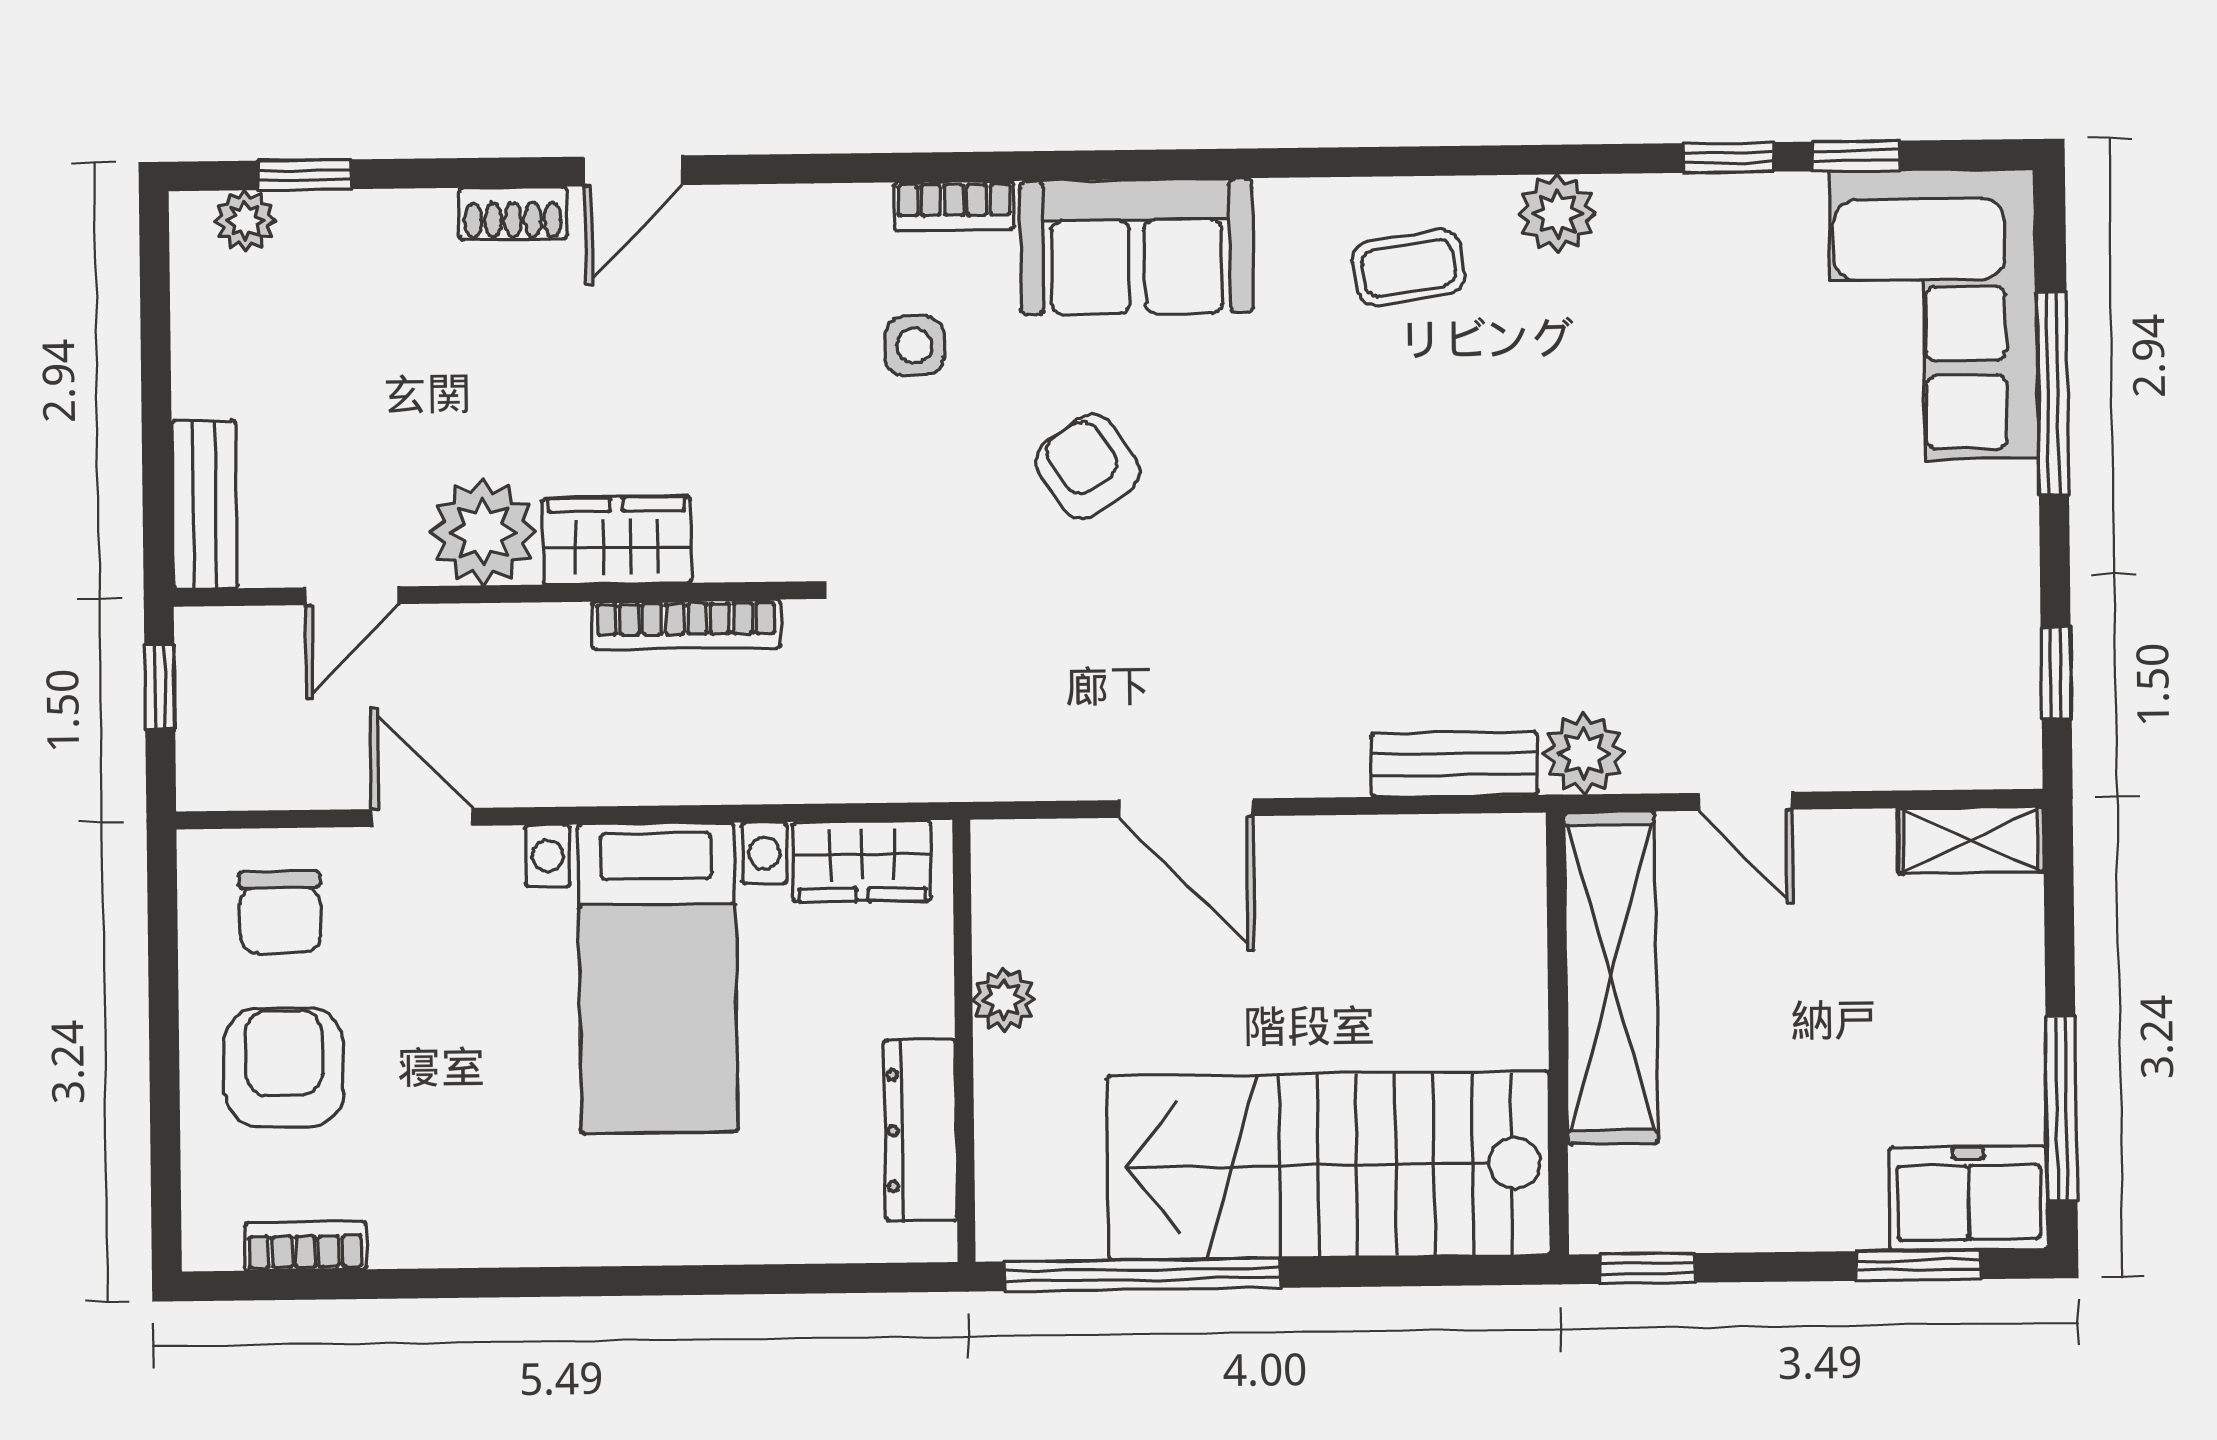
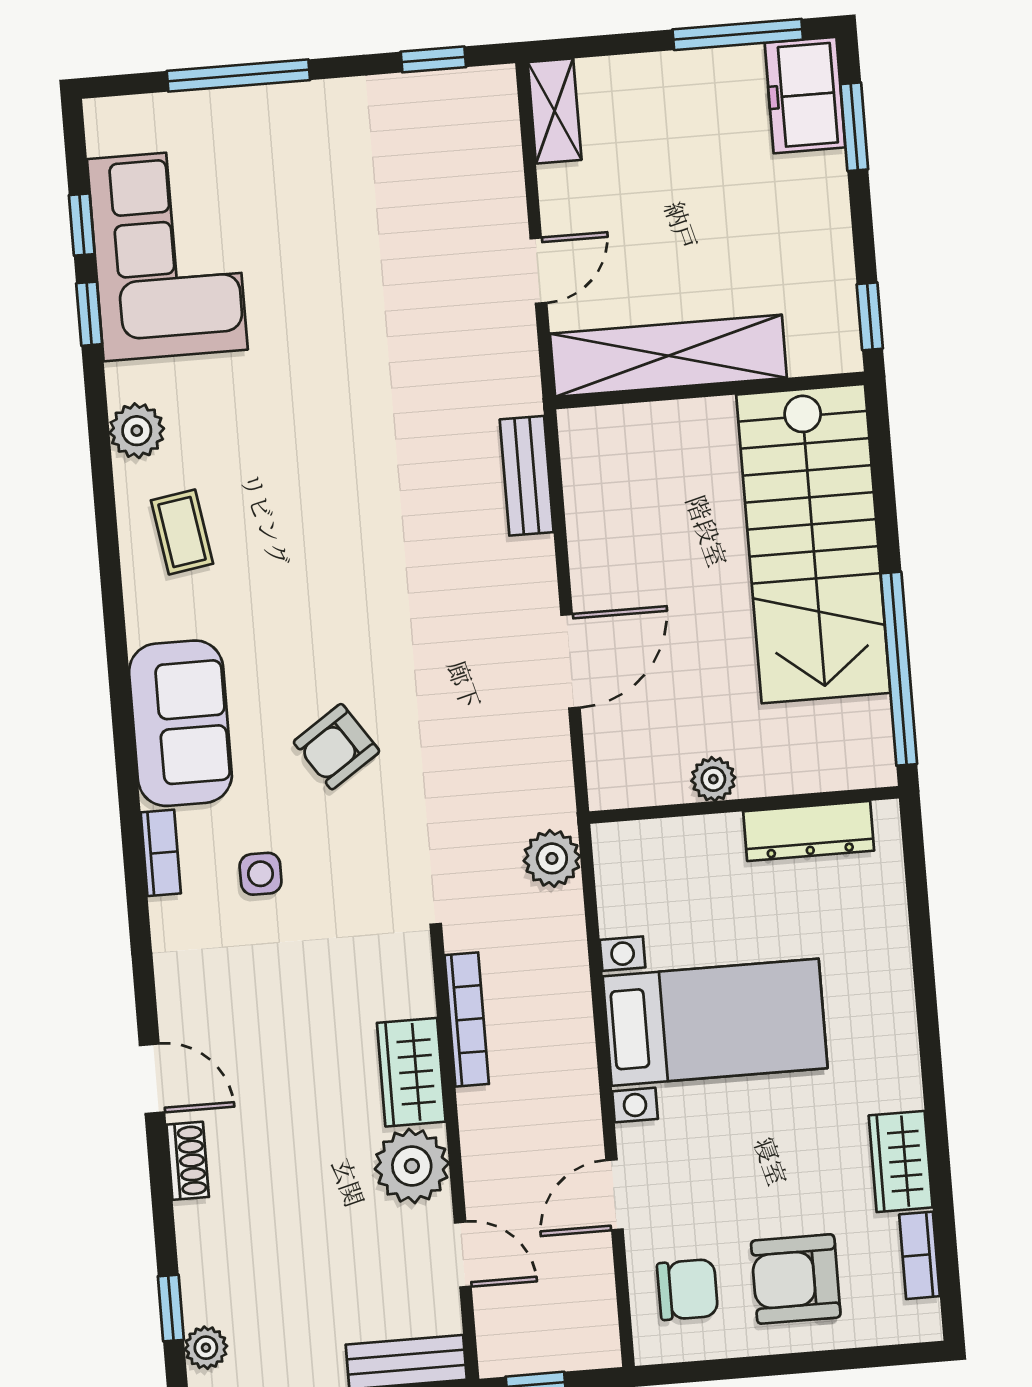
corner sofa: (1934, 315) -> (167, 254), moved, turned -90
plant: (1584, 754) -> (552, 858), moved
wardrobe: (862, 861) -> (901, 1161), moved, turned 180

